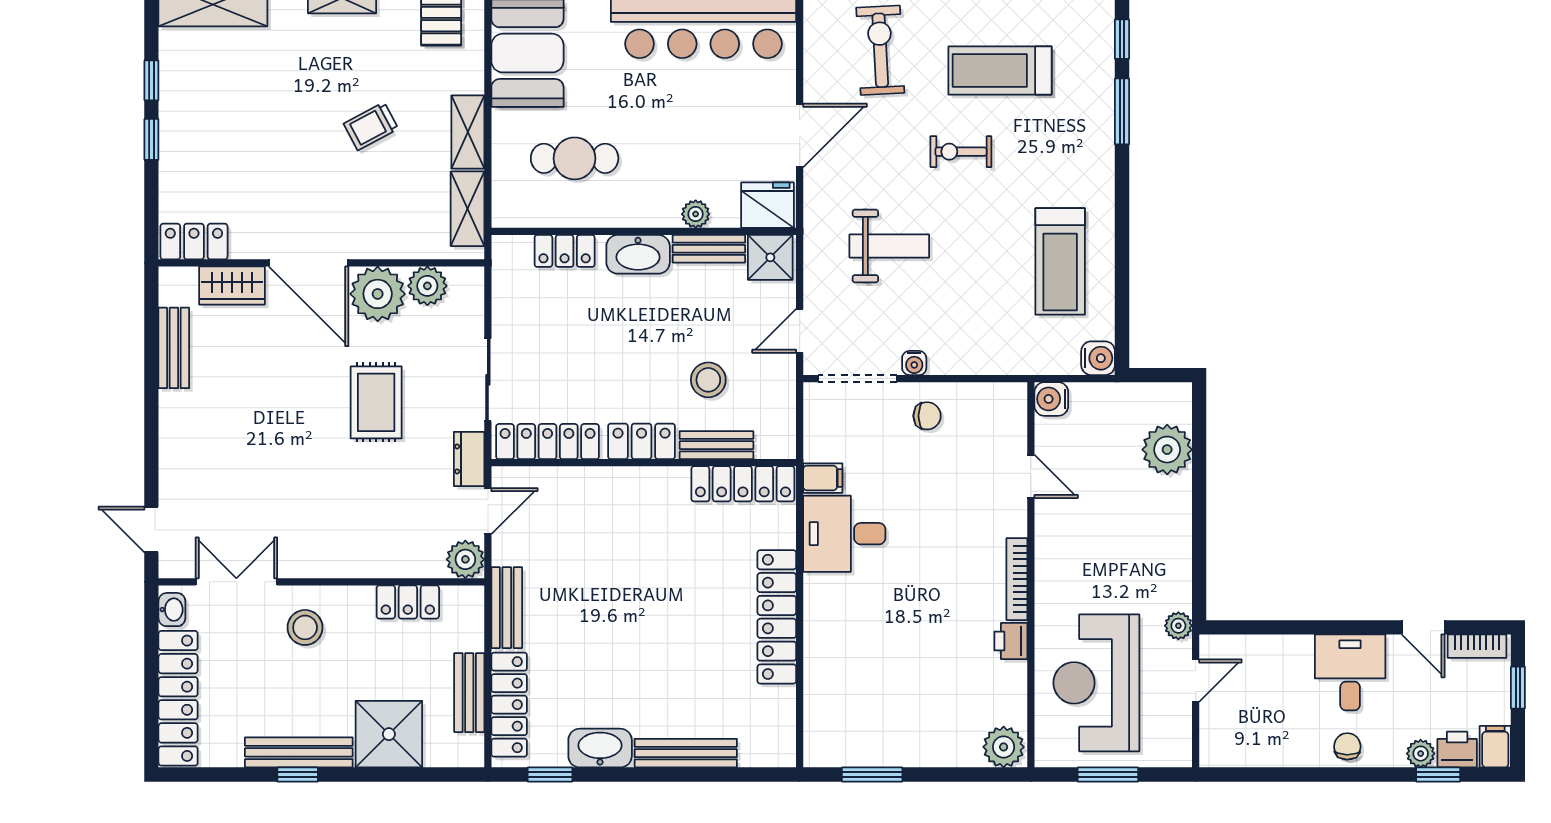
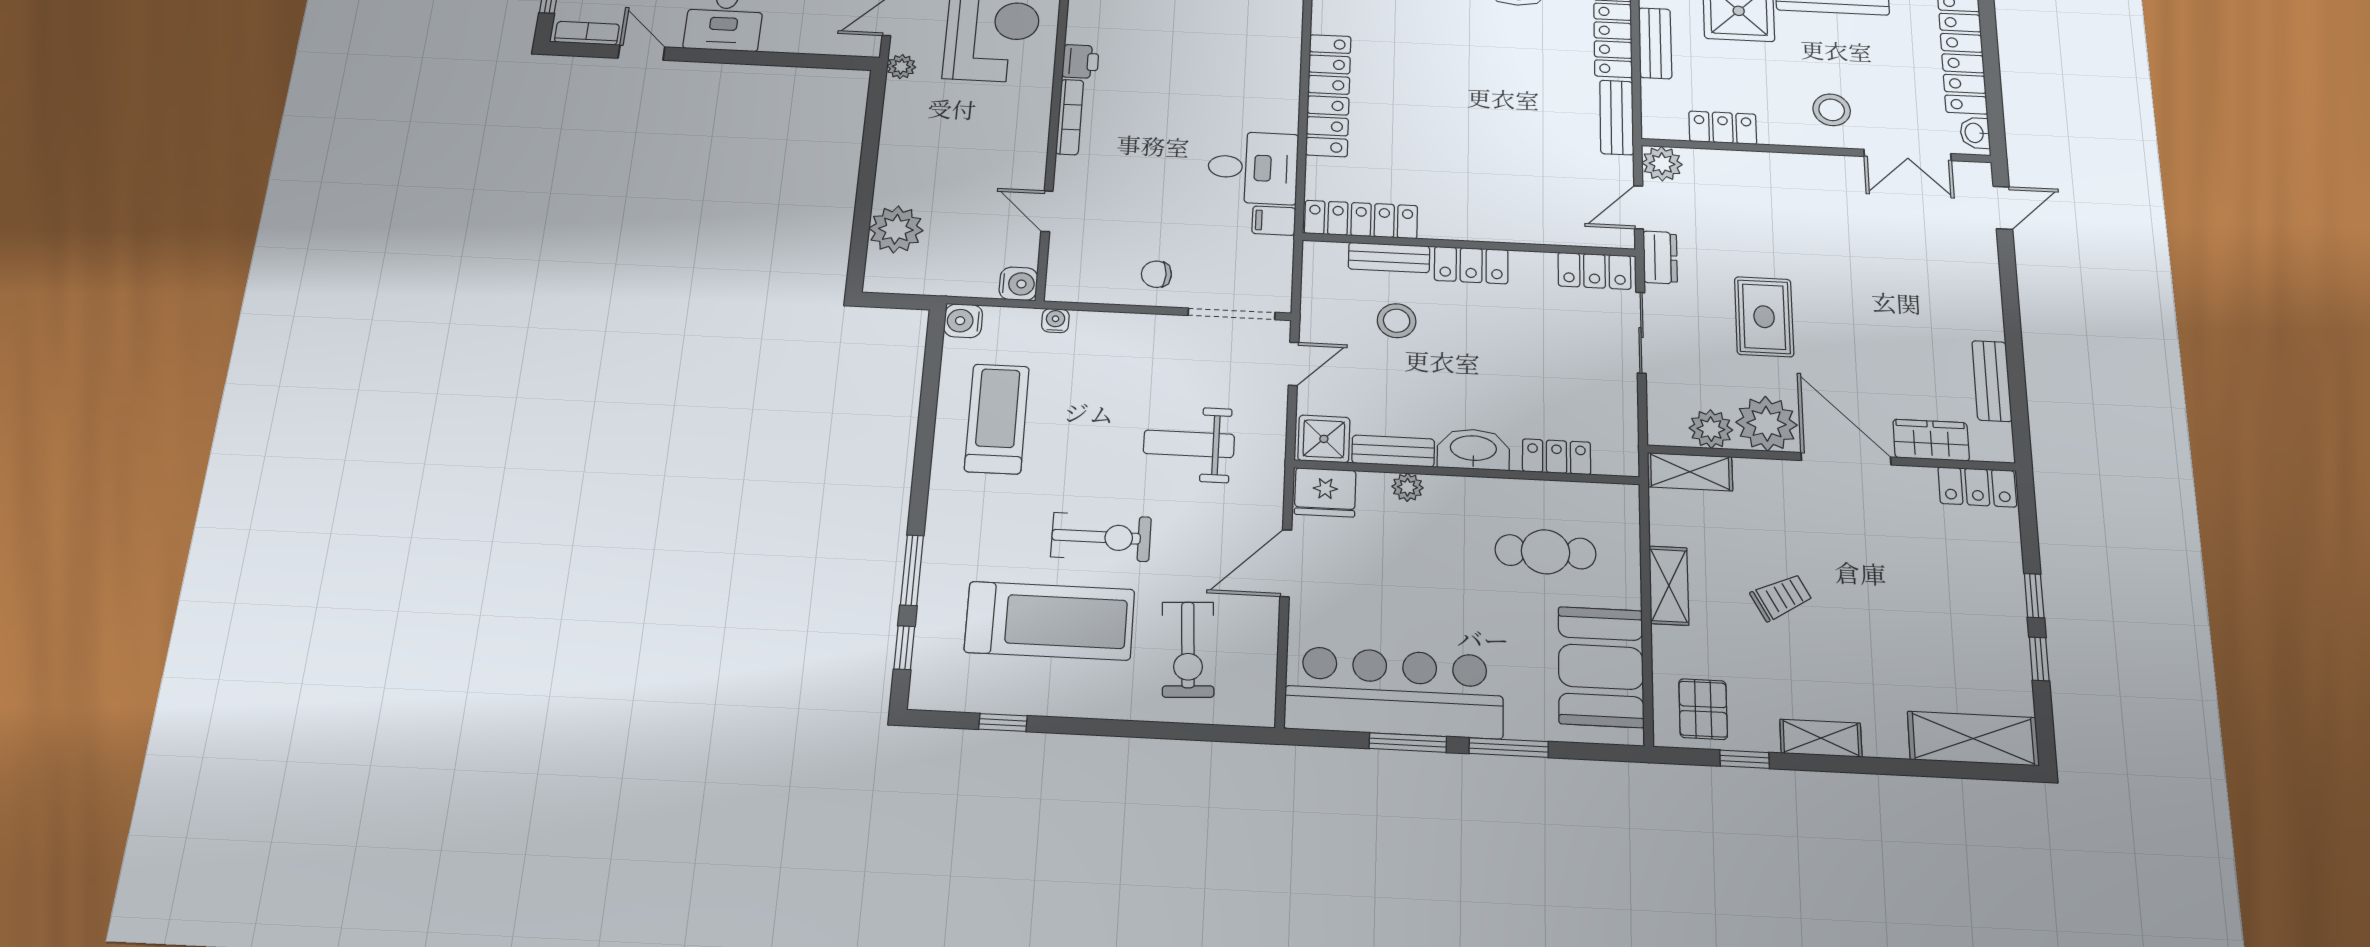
treadmill: (1000, 71) -> (1050, 621), width x1.37, depth x1.38
exercise bike: (961, 152) -> (1101, 537), width x1.38, depth x1.39
shelving: (468, 209) -> (1690, 472), moved, turned 90
water cooler: (914, 363) -> (1055, 321), moved
locker: (548, 442) -> (1594, 271), width x0.66
door: (151, 529) -> (2003, 208), hinge flipped

